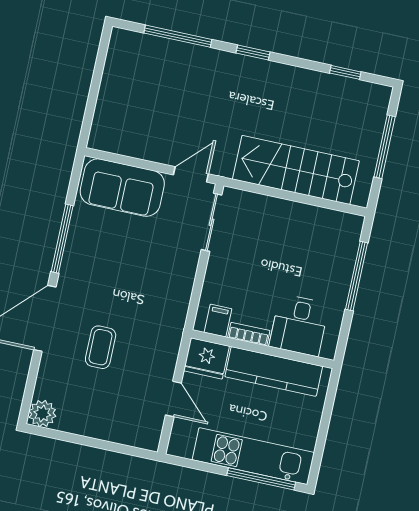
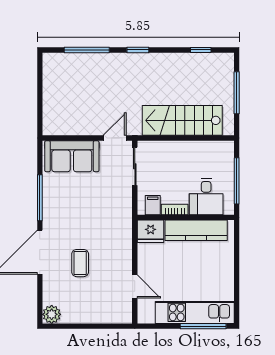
filing cabinet: (218, 321) -> (153, 205), moved
desk: (299, 325) -> (206, 197), moved
bookcase: (249, 334) -> (175, 209), moved
wall: (262, 349) -> (186, 217), moved
fridge: (206, 358) -> (151, 231), moved
kitchen counter: (274, 371) -> (196, 230), moved

